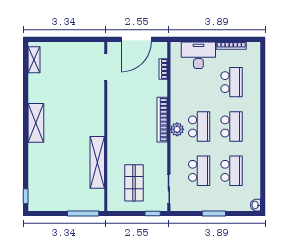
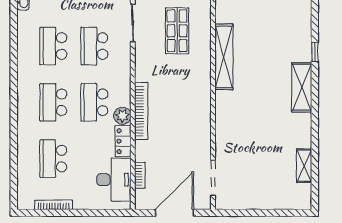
desk: (198, 55) -> (114, 180), moved, turned -90
shelving: (34, 60) -> (304, 166), moved
locker: (177, 96) -> (123, 141), added
shelving: (36, 123) -> (302, 87), moved
plant: (177, 129) -> (122, 116), moved
window: (26, 196) -> (315, 52), moved

